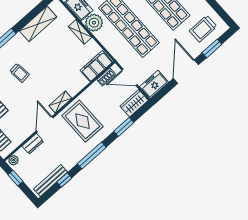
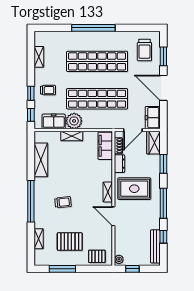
dresser: (33, 144) -> (119, 164), moved

